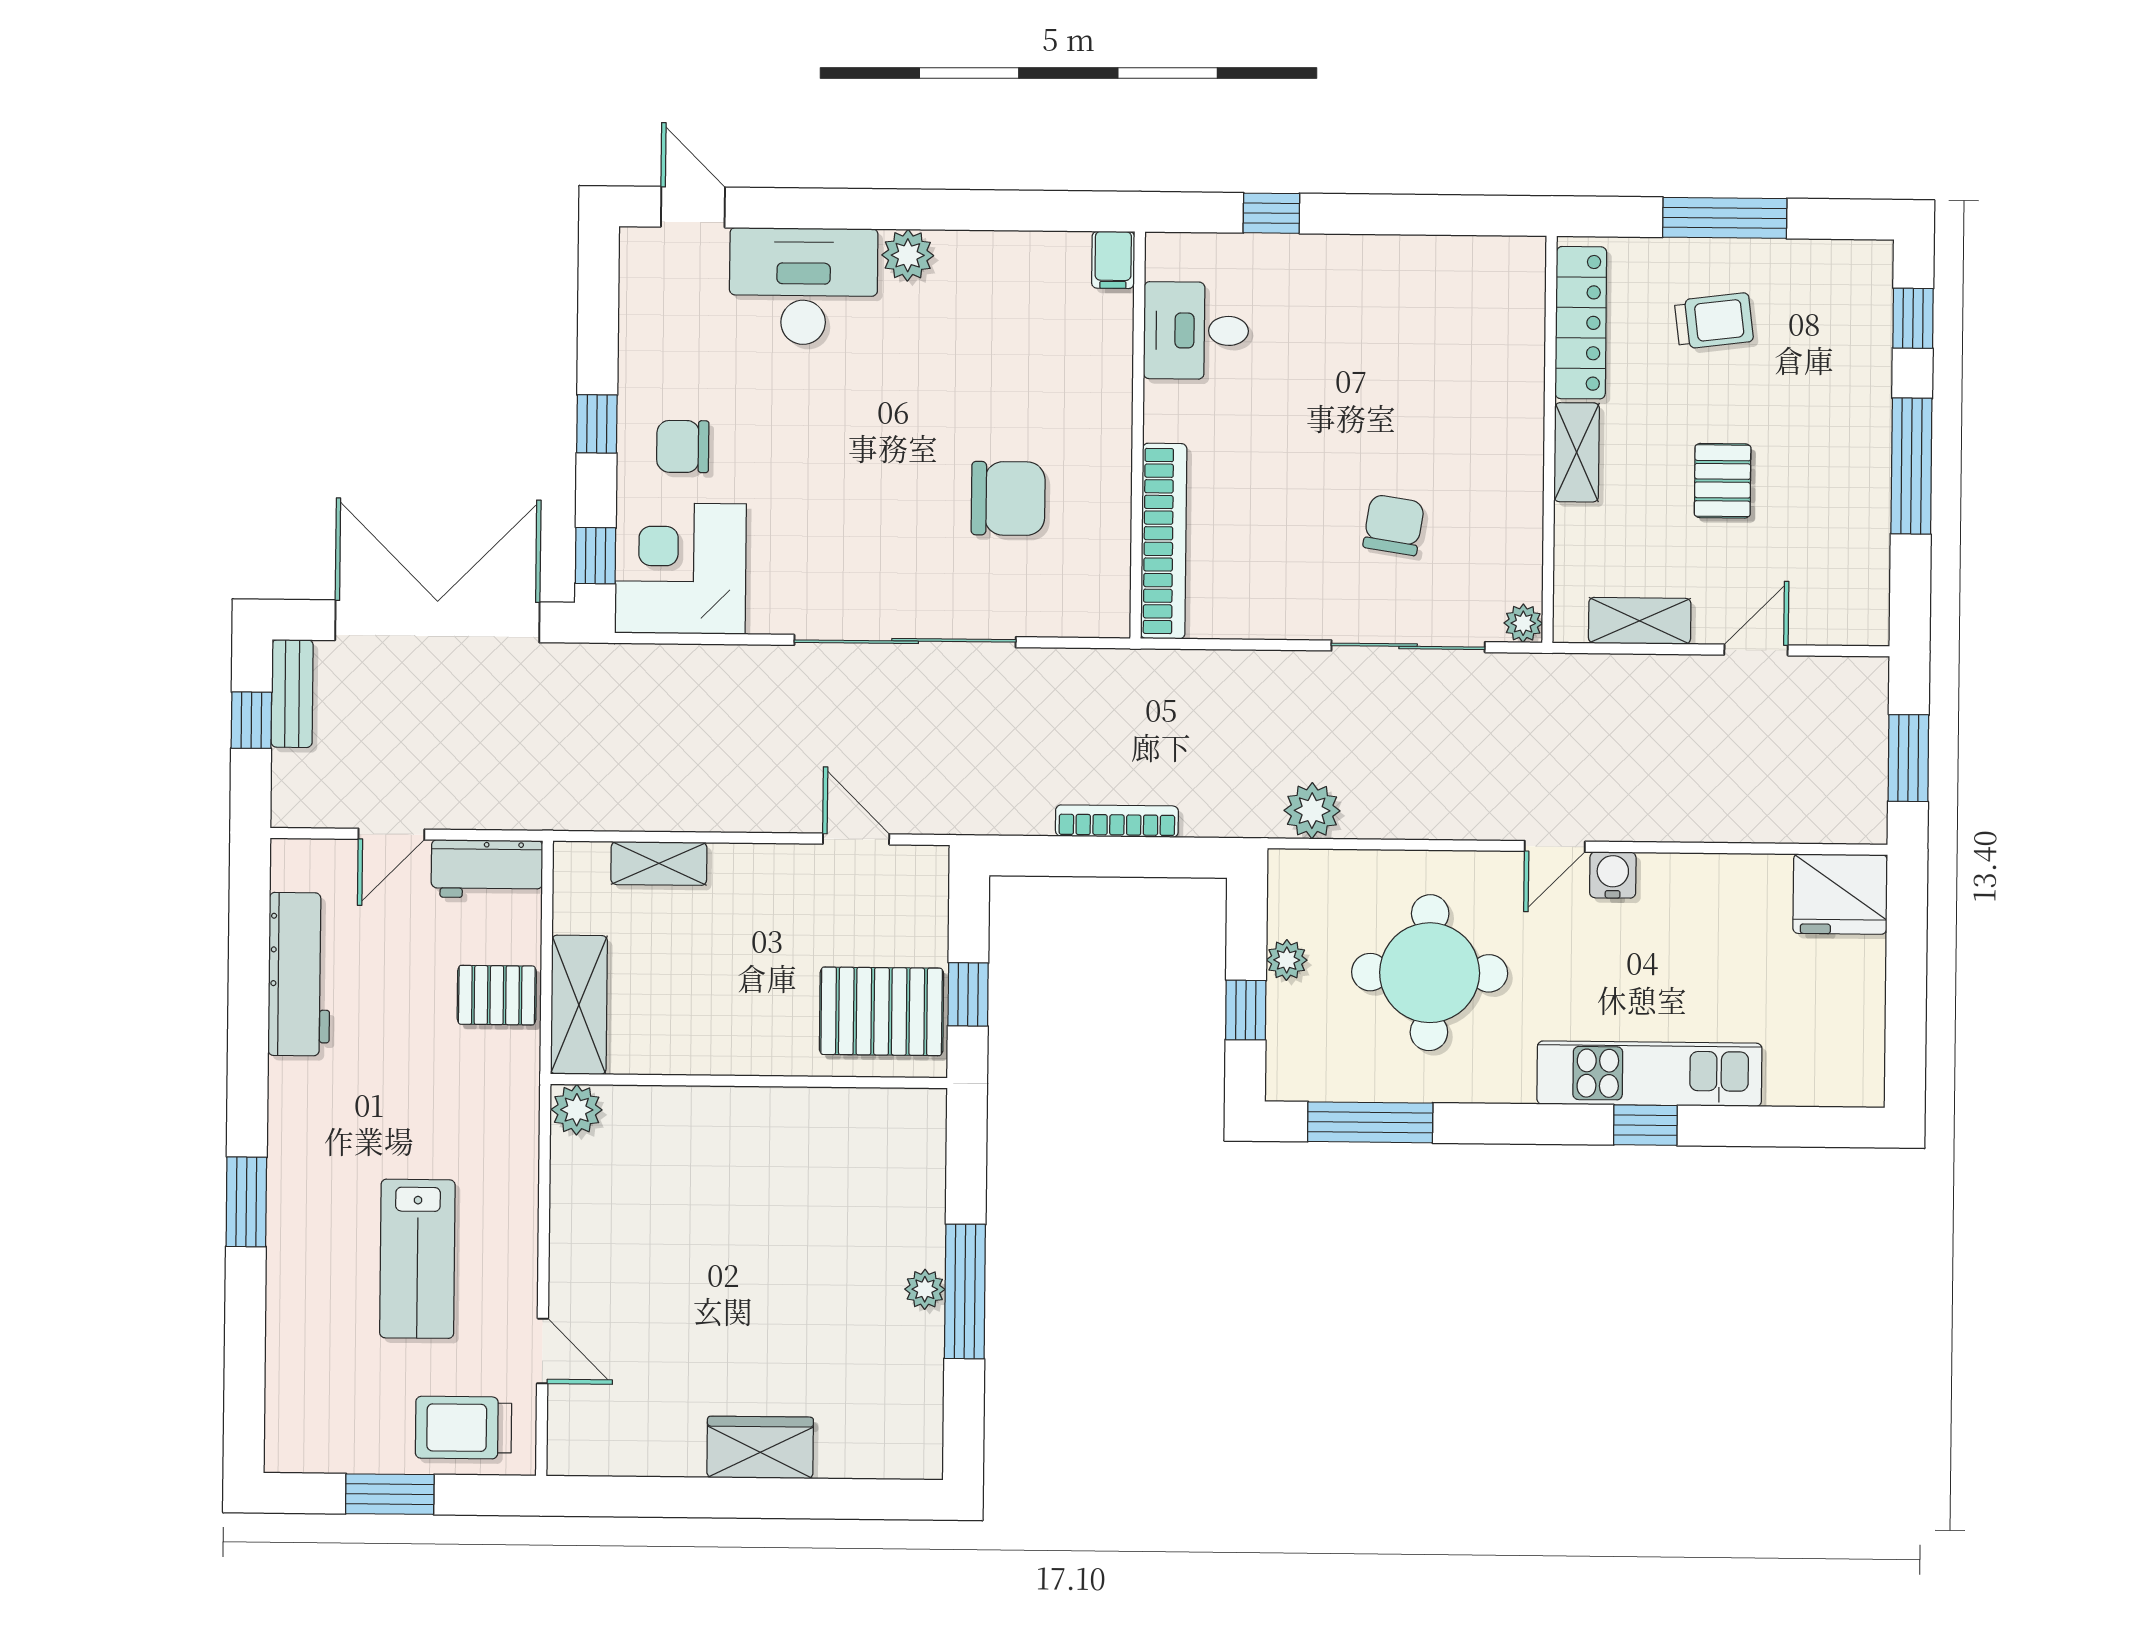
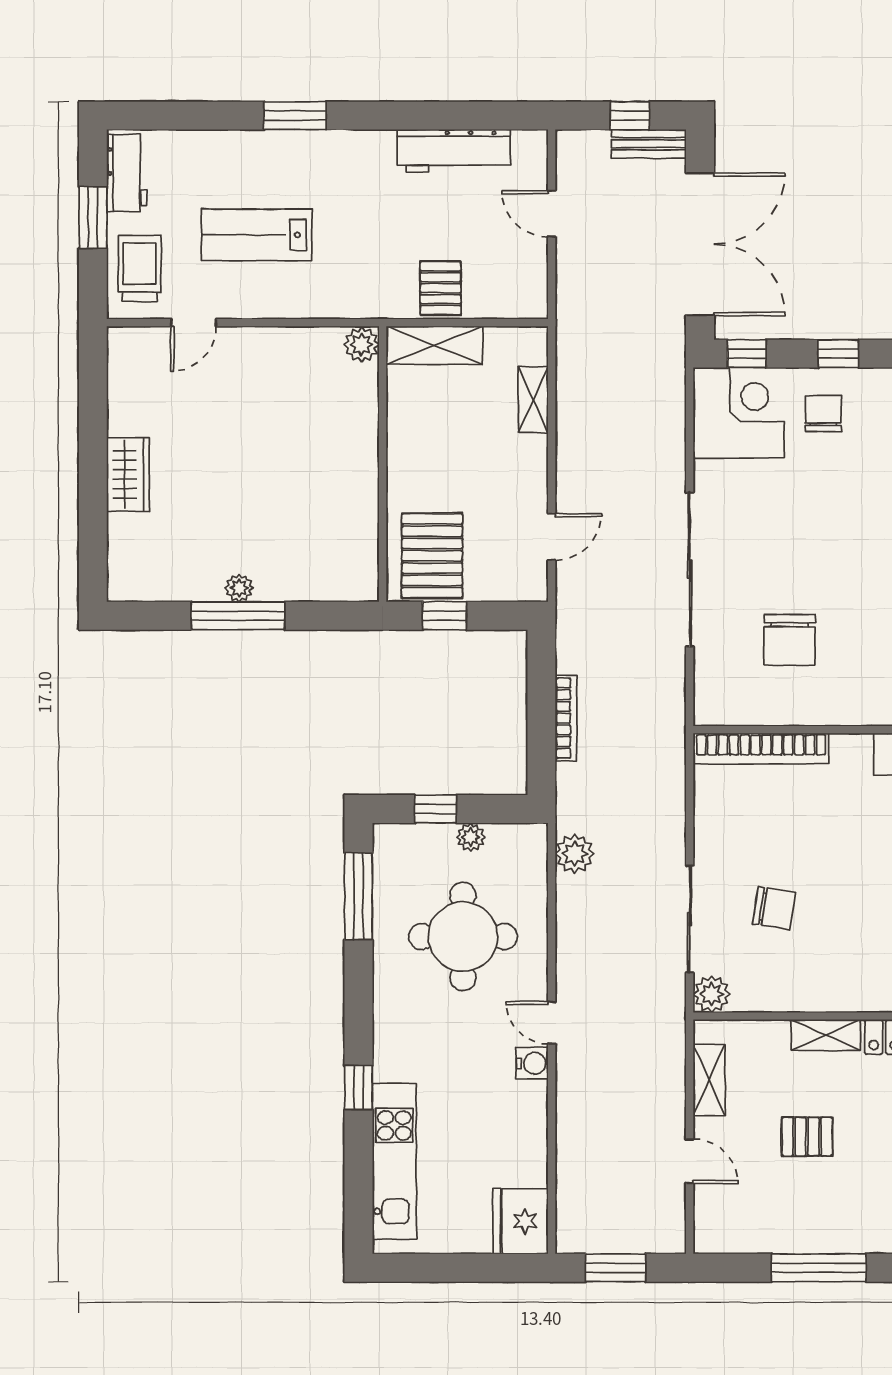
plant: (1523, 623) -> (712, 994), width x1.38, depth x1.38
workbench: (487, 869) -> (127, 173), moved, turned 180
kitchen unit: (1649, 1074) -> (394, 1161), moved

